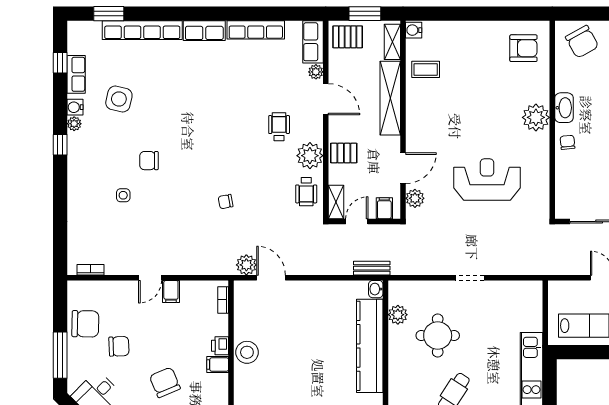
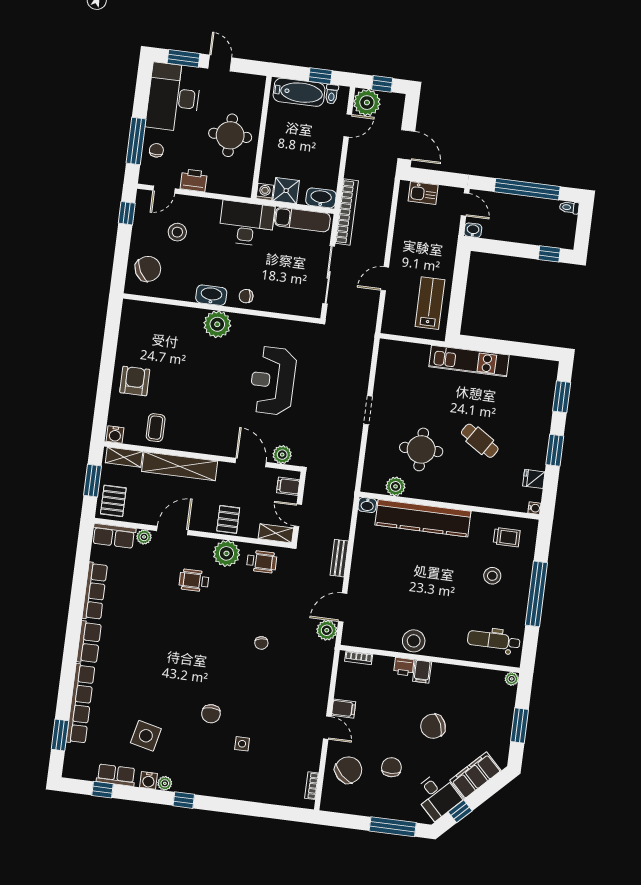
armchair: (523, 48) -> (135, 381), moved
bench: (372, 268) -> (339, 558), moved
chair: (85, 324) -> (348, 770), moved, turned 43

